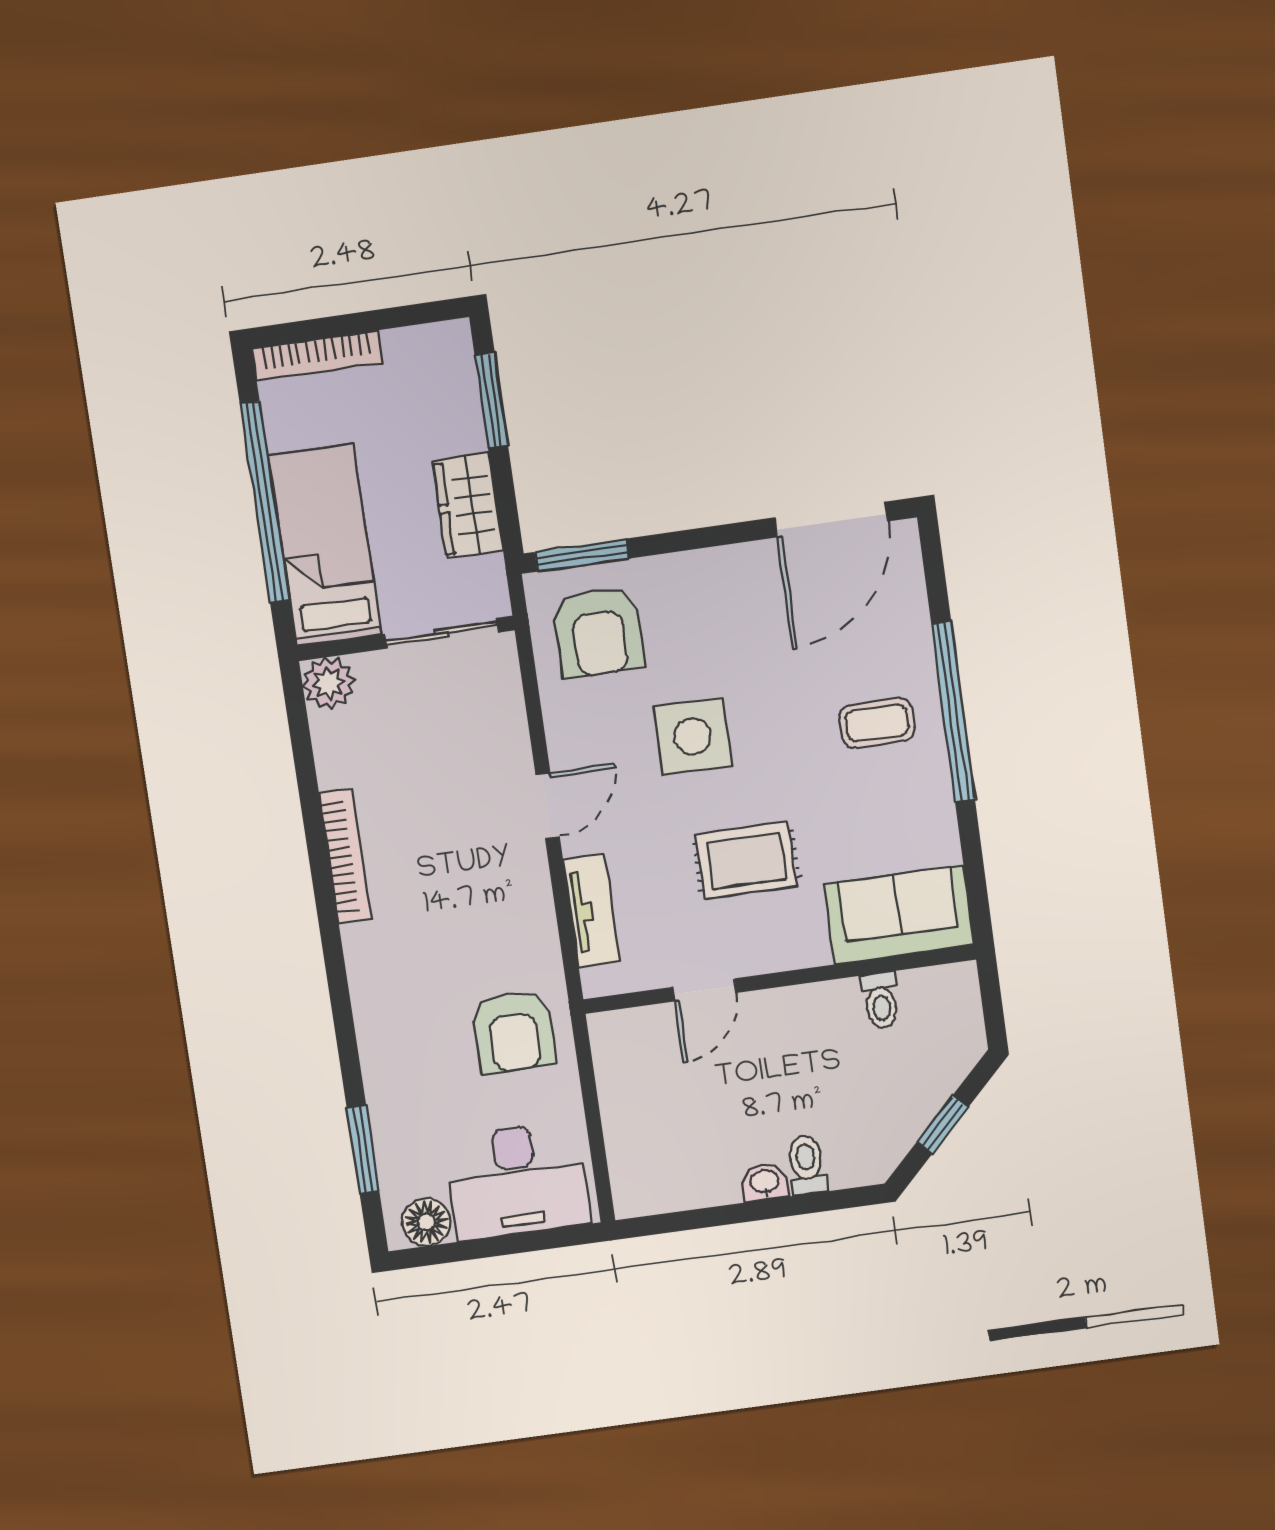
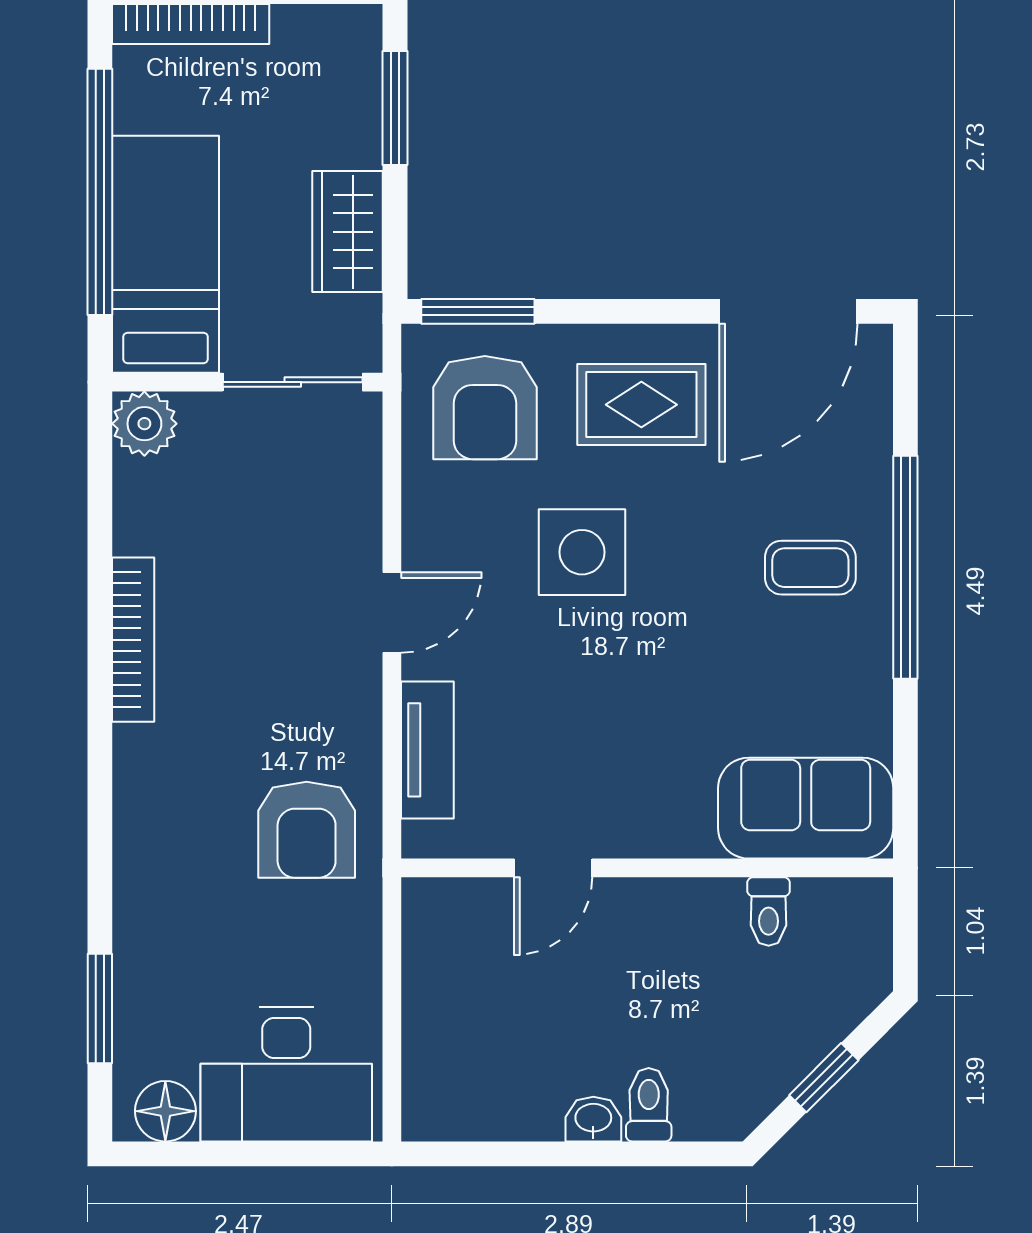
rug: (746, 861) -> (641, 405), moved
armchair: (514, 1032) -> (307, 830), moved

